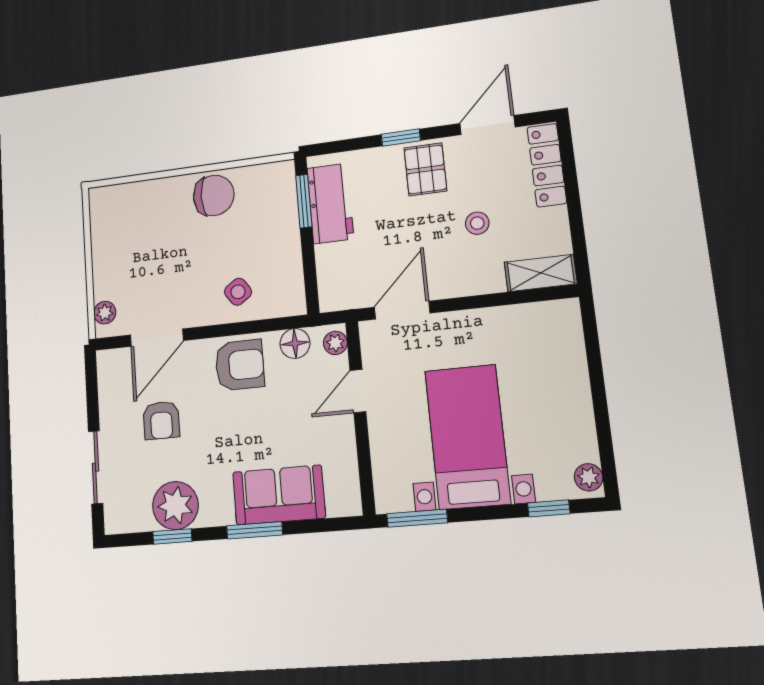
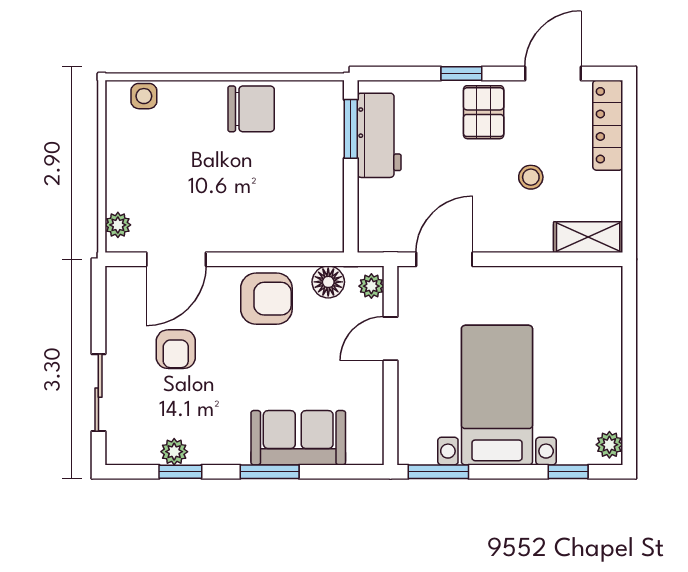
side table: (238, 292) -> (144, 96), moved, turned 35
plant: (175, 505) -> (174, 452), width x0.53, depth x0.53

